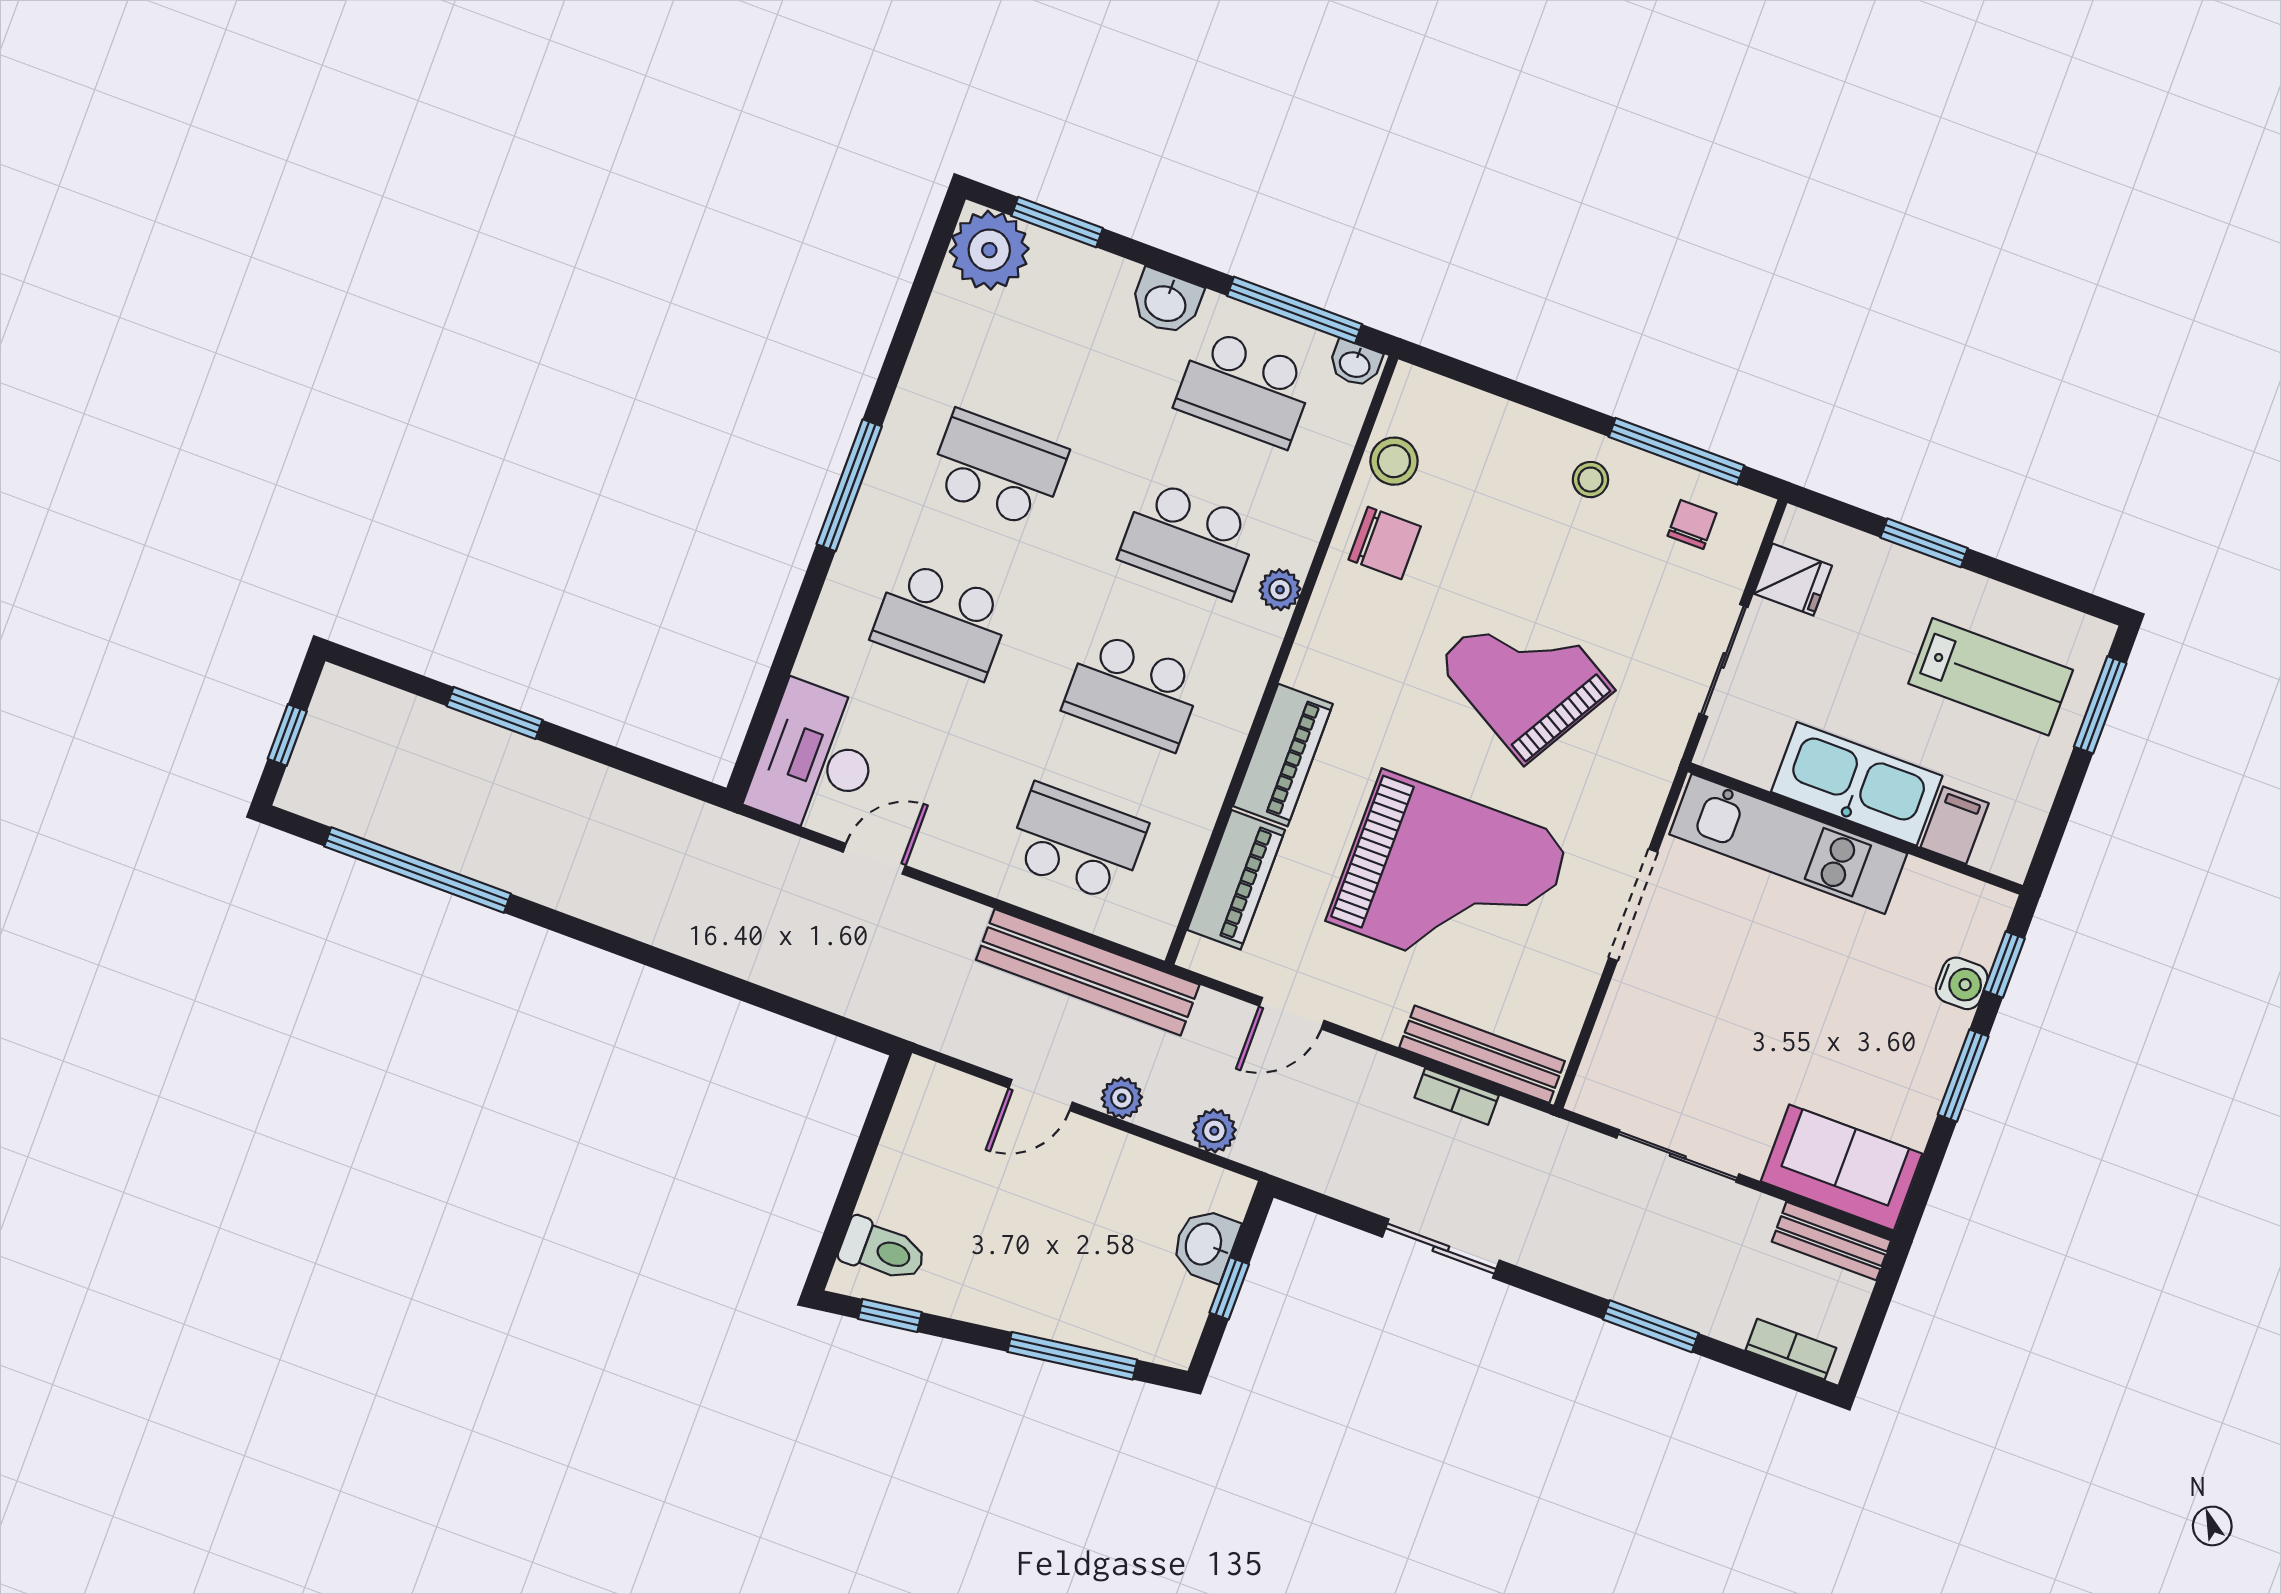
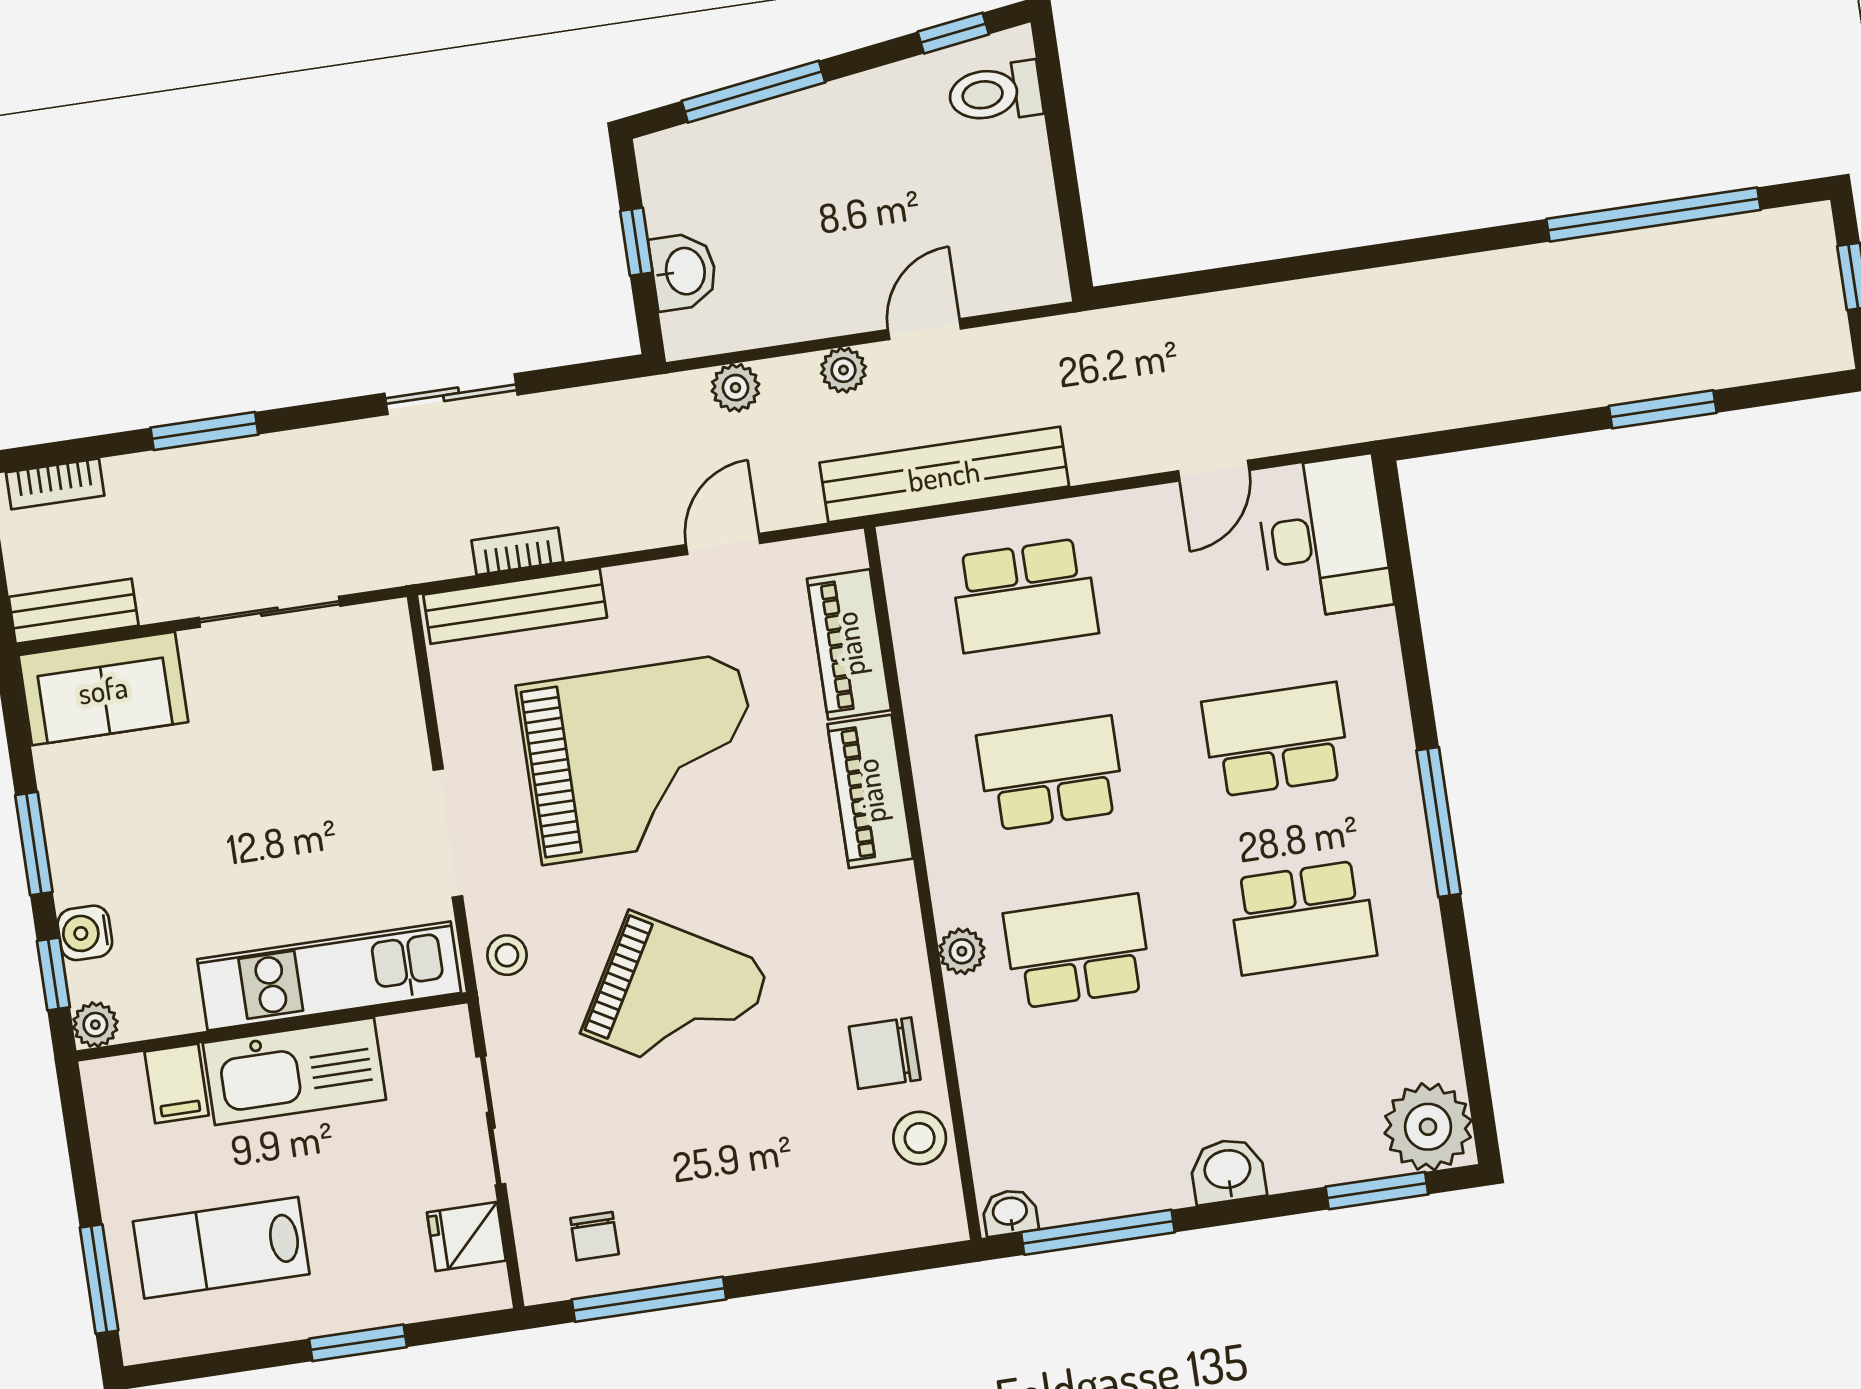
school desk: (1245, 388) -> (1104, 1129), removed
stool: (1590, 480) -> (507, 955), moved
grand piano: (1449, 880) -> (641, 759), turned 180
plant: (1993, 907) -> (95, 1025), added

